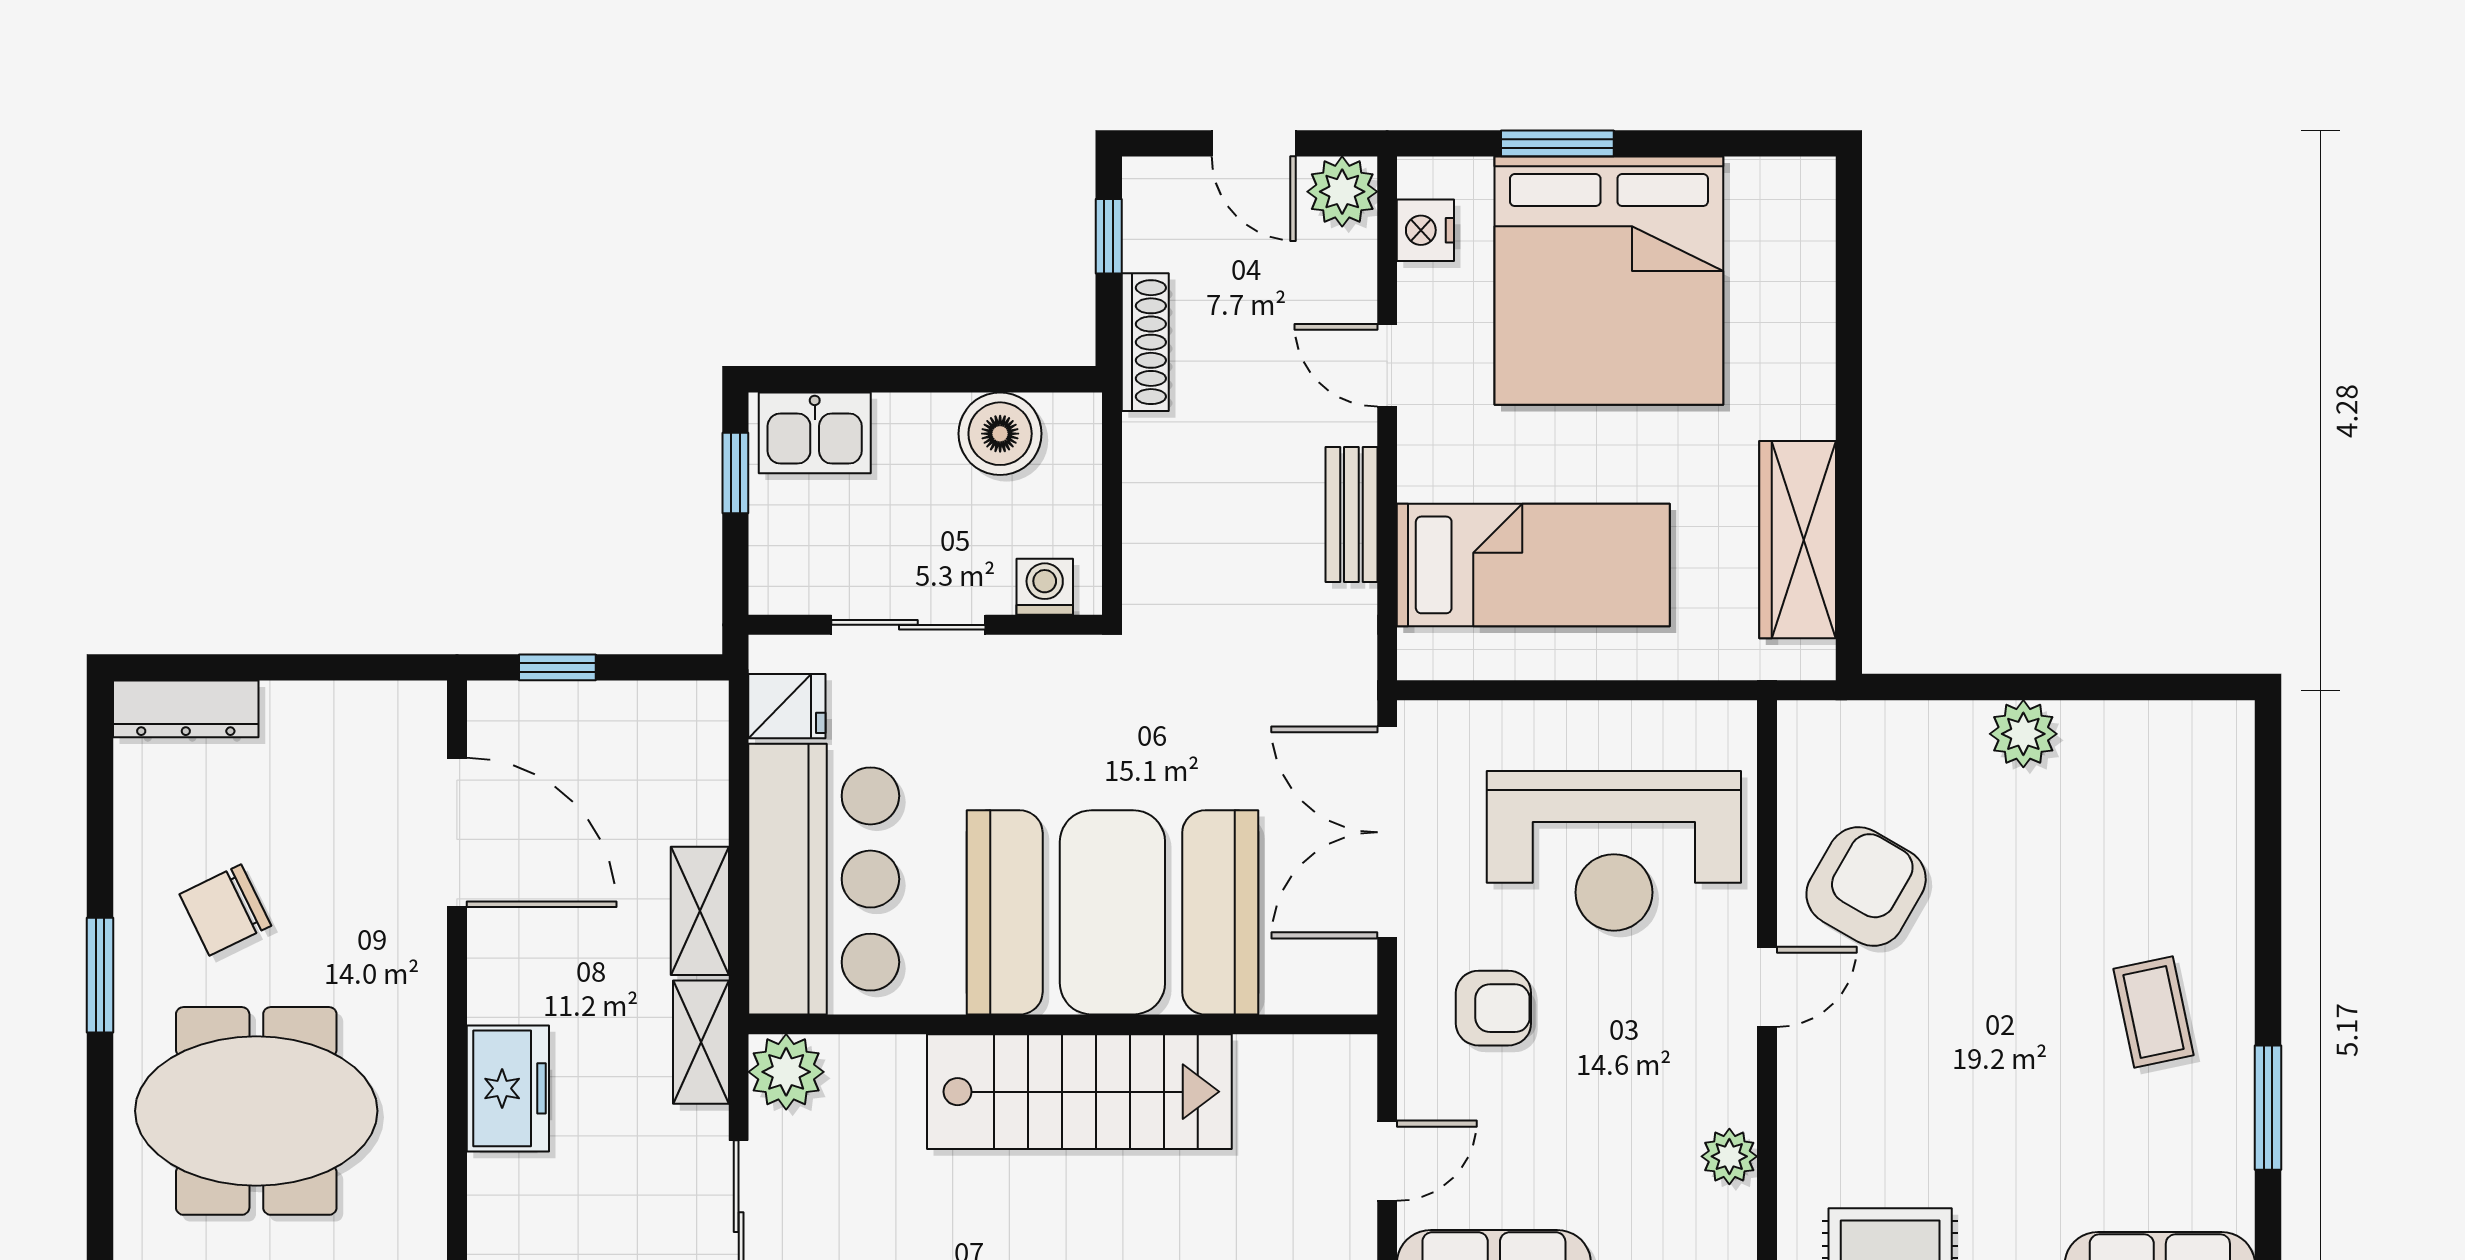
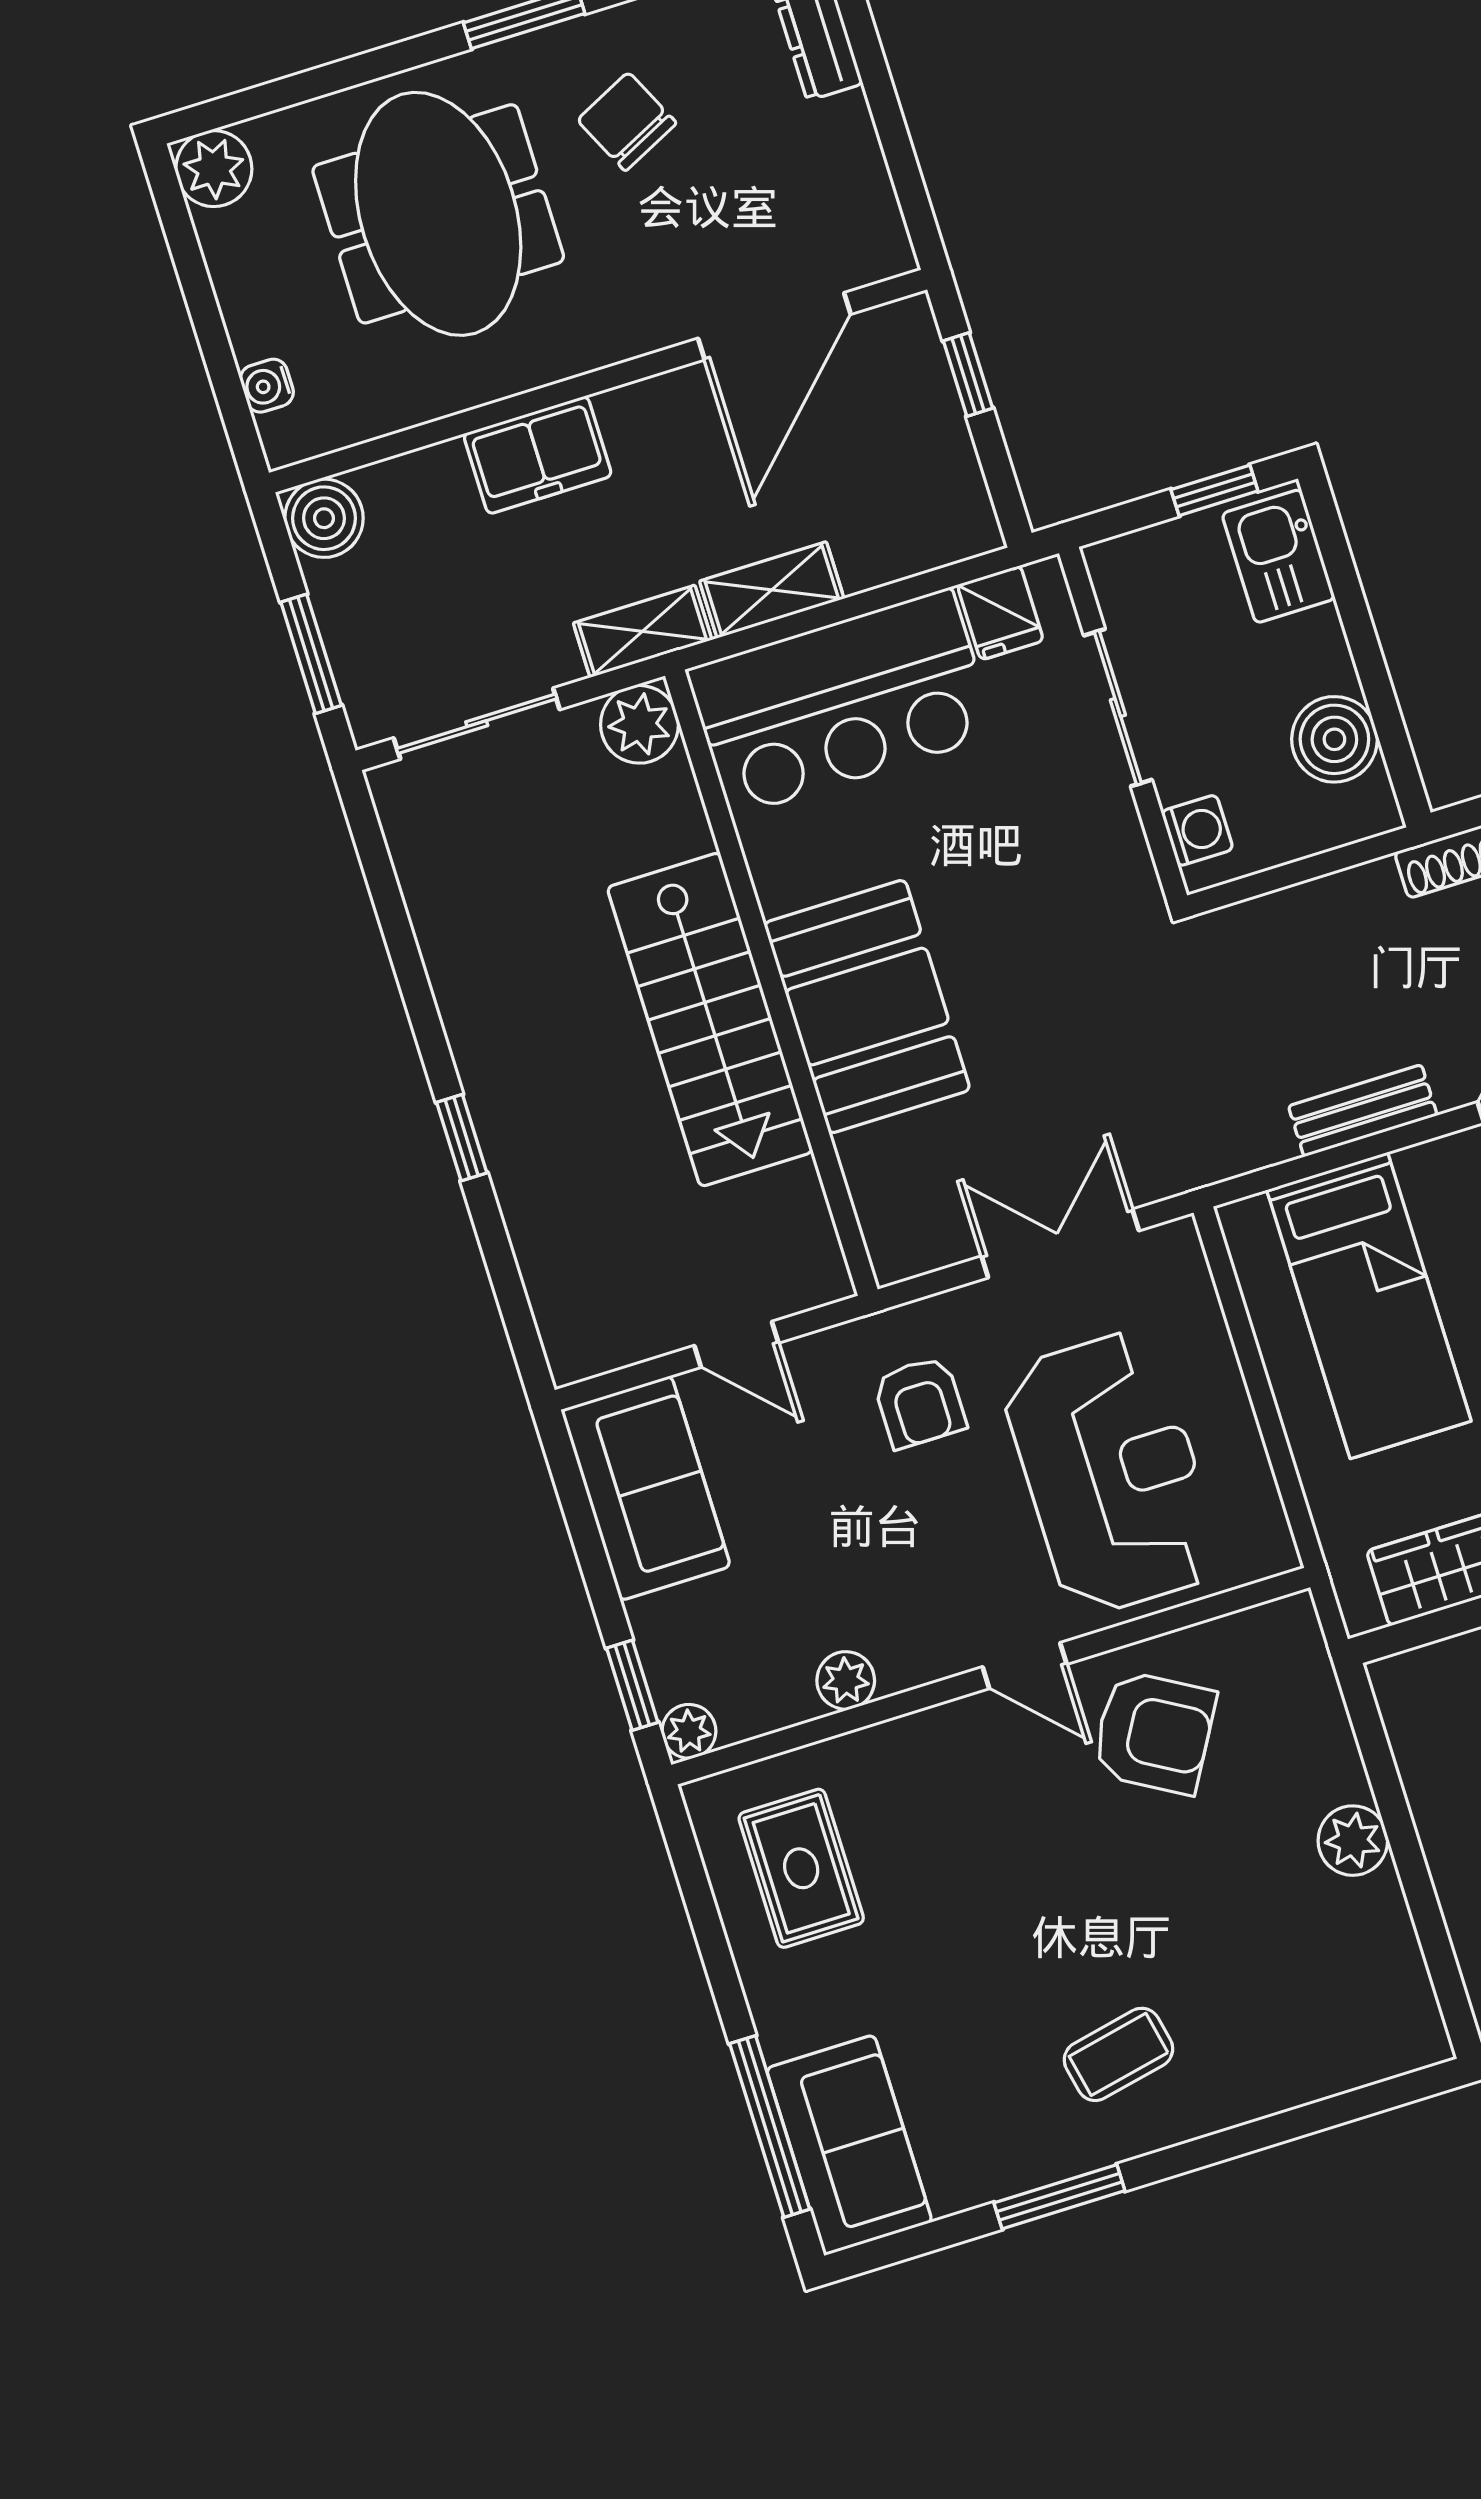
double door: (1387, 832) -> (1060, 1243), width x0.73
reception desk: (1614, 851) -> (1112, 1473), turned 180
booth: (1112, 912) -> (867, 1007), width x0.73, depth x0.70

